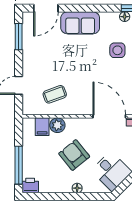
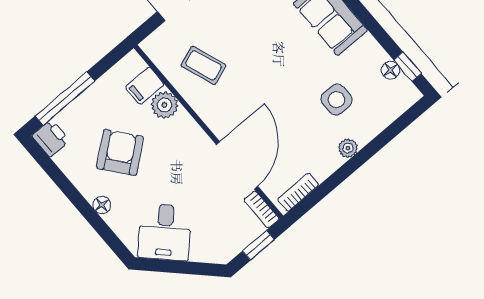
armchair: (74, 155) -> (120, 152), moved

